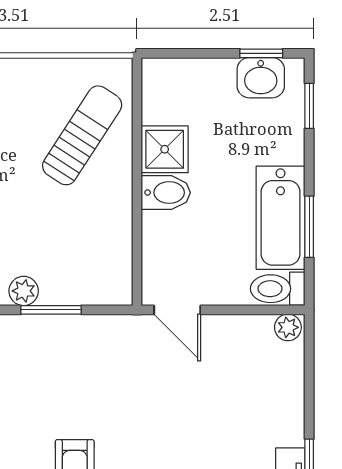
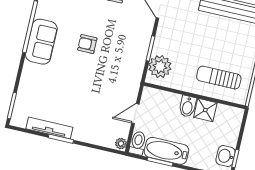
sun lounger: (82, 135) -> (219, 78), turned 147
plant: (24, 291) -> (160, 67), moved, width x1.87, depth x1.87
door: (177, 310) -> (135, 114), moved

